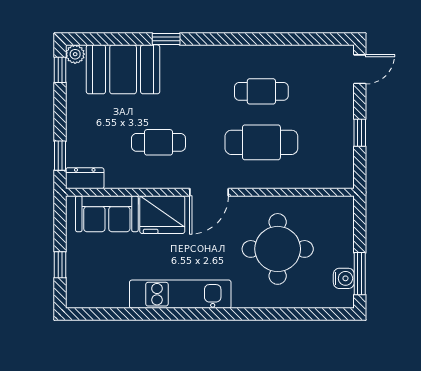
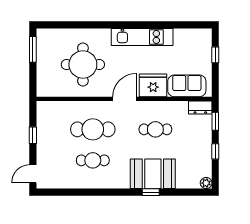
booth: (123, 69) -> (153, 174), moved
window: (60, 70) -> (215, 151), moved
water cooler: (344, 278) -> (43, 47), removed

